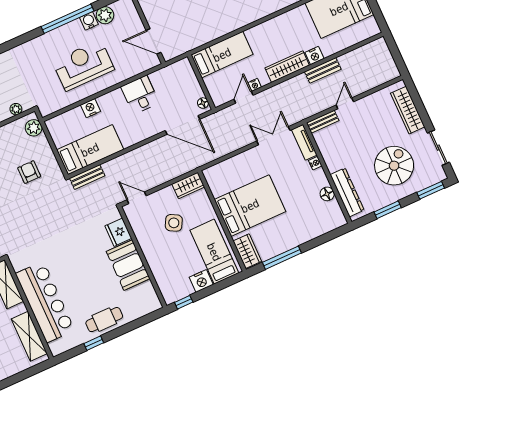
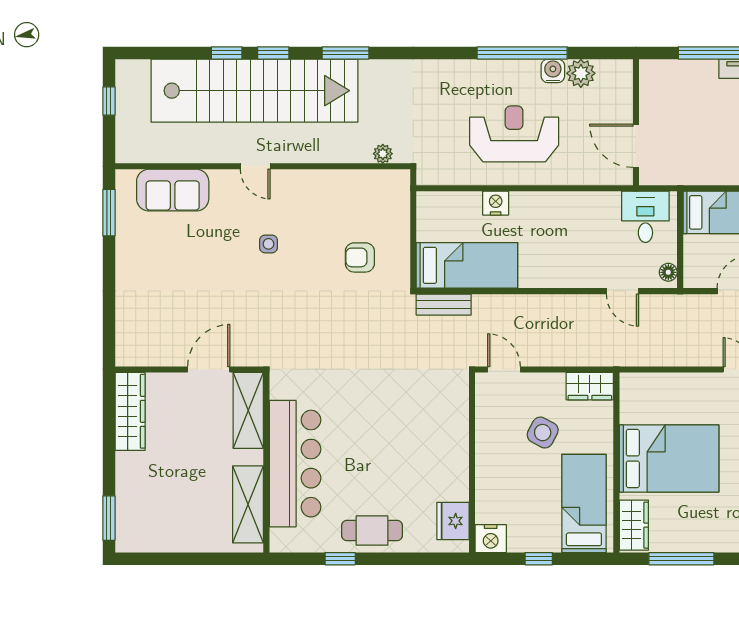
desk: (140, 95) -> (645, 217), moved
door: (182, 125) -> (622, 291), width x0.53
plant: (34, 128) -> (397, 194), removed
armchair: (29, 172) -> (360, 257), turned -90
fridge: (118, 232) -> (453, 521), moved
booth: (128, 265) -> (445, 465), removed
nightstand: (201, 281) -> (491, 539), moved
window: (184, 302) -> (539, 559), moved

